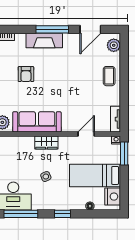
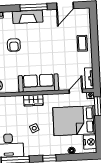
plant: (114, 45) -> (85, 18), removed
sofa: (37, 122) -> (39, 83), moved
door: (86, 134) -> (76, 91), moved
bed: (95, 175) -> (74, 121), width x1.50

